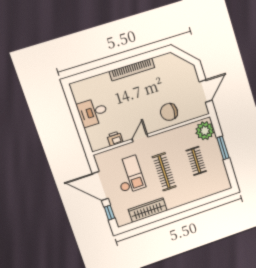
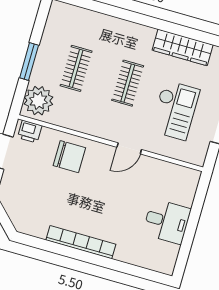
printer: (115, 139) -> (30, 132), moved
clothes rail: (164, 172) -> (128, 83), width x0.73
checkout: (129, 175) -> (175, 110), turned 180

